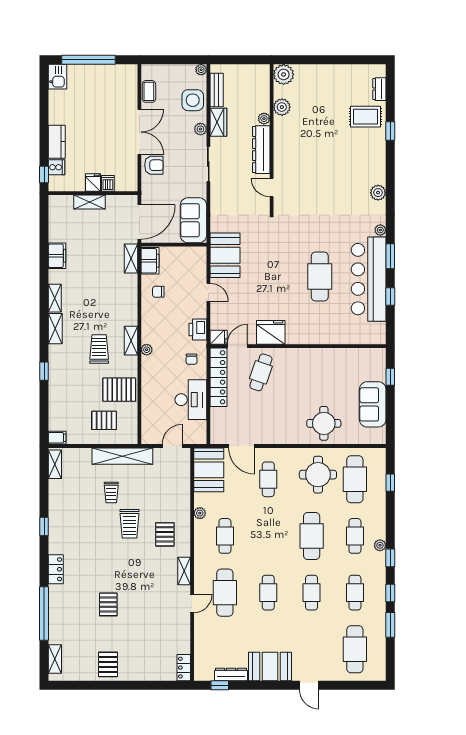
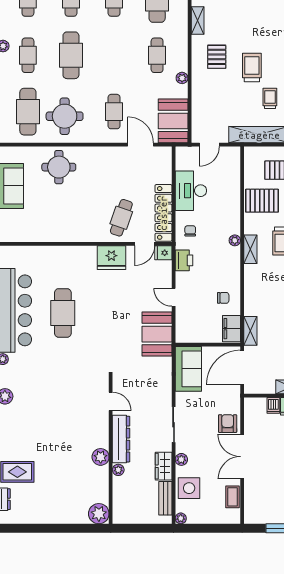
plant: (282, 107) -> (101, 457), moved
armchair: (154, 165) -> (228, 424), turned 90

